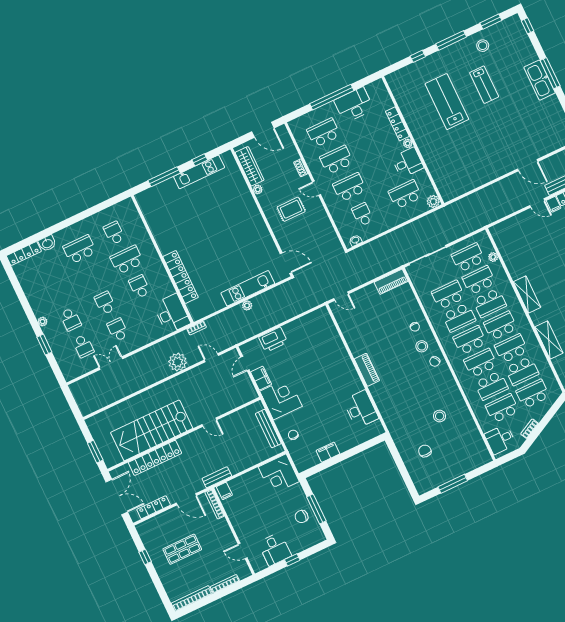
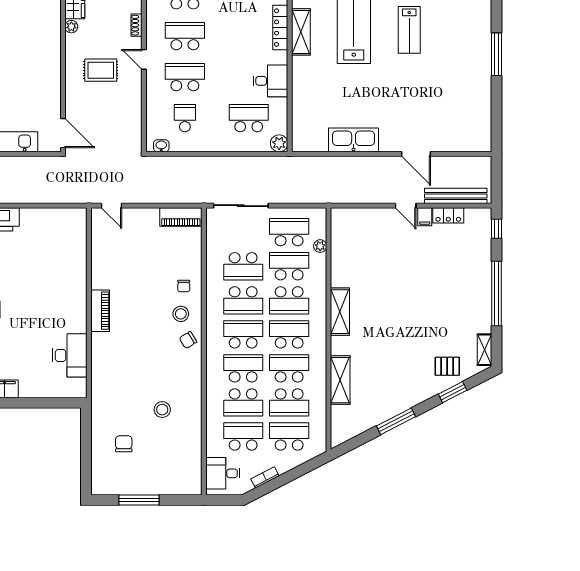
kitchen sink: (540, 80) -> (354, 140), moved, turned 90
shelving: (412, 120) -> (301, 32), added
plant: (408, 143) -> (282, 57), removed
school desk: (448, 295) -> (243, 266), turned 180

